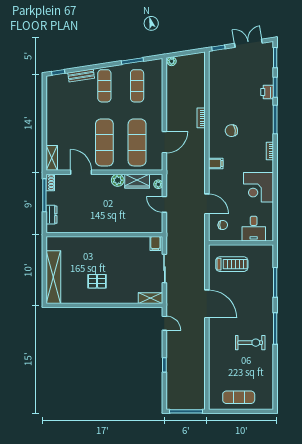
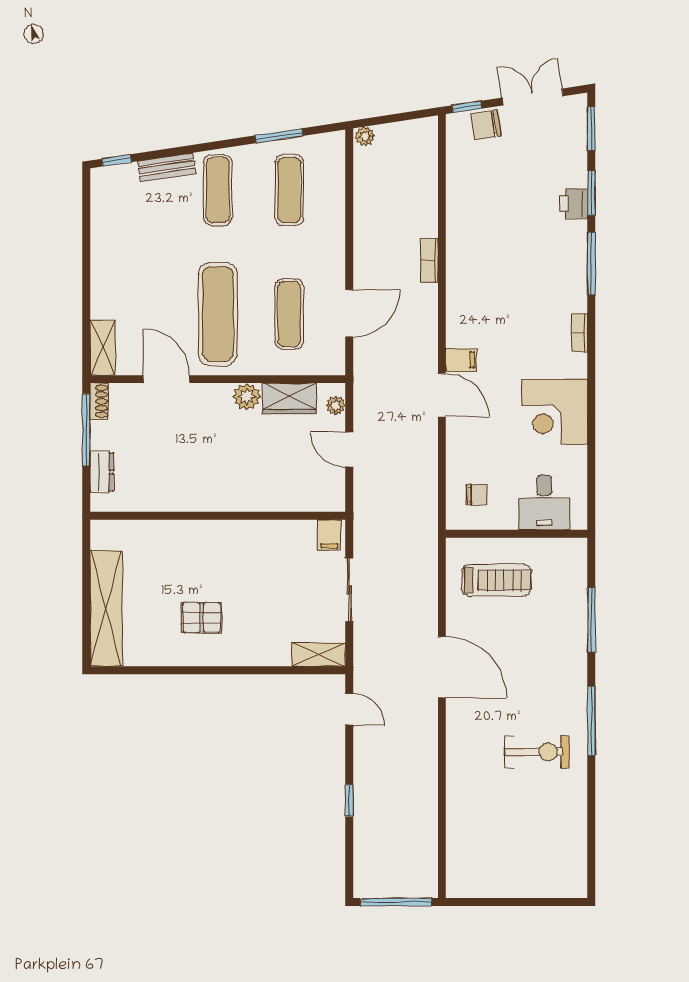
chair: (231, 131) -> (486, 125), moved
exercise mat: (137, 142) -> (289, 314), width x0.73, depth x0.69
door: (207, 204) -> (442, 395), moved
exercise mat: (239, 397) -> (511, 871), removed

